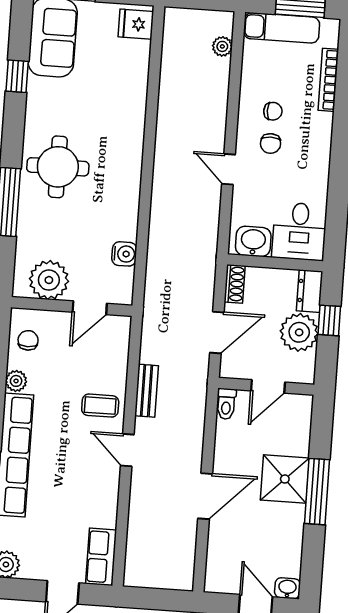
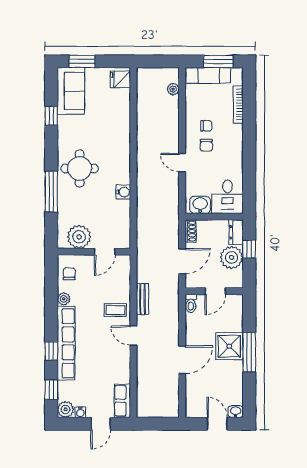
water cooler: (124, 254) -> (123, 192), moved
water cooler: (30, 571) -> (80, 412), added

